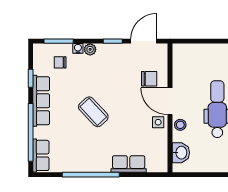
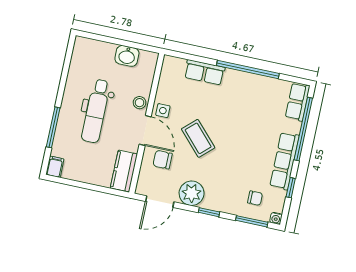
window: (113, 41) -> (209, 212), moved
water cooler: (78, 48) -> (276, 218), moved
plant: (90, 49) -> (192, 193), moved, width x1.88, depth x1.88
kitchen counter: (181, 61) -> (124, 171), added
coffee table: (93, 112) -> (198, 138), moved
washbasin: (181, 153) -> (127, 56), moved, turned -90

